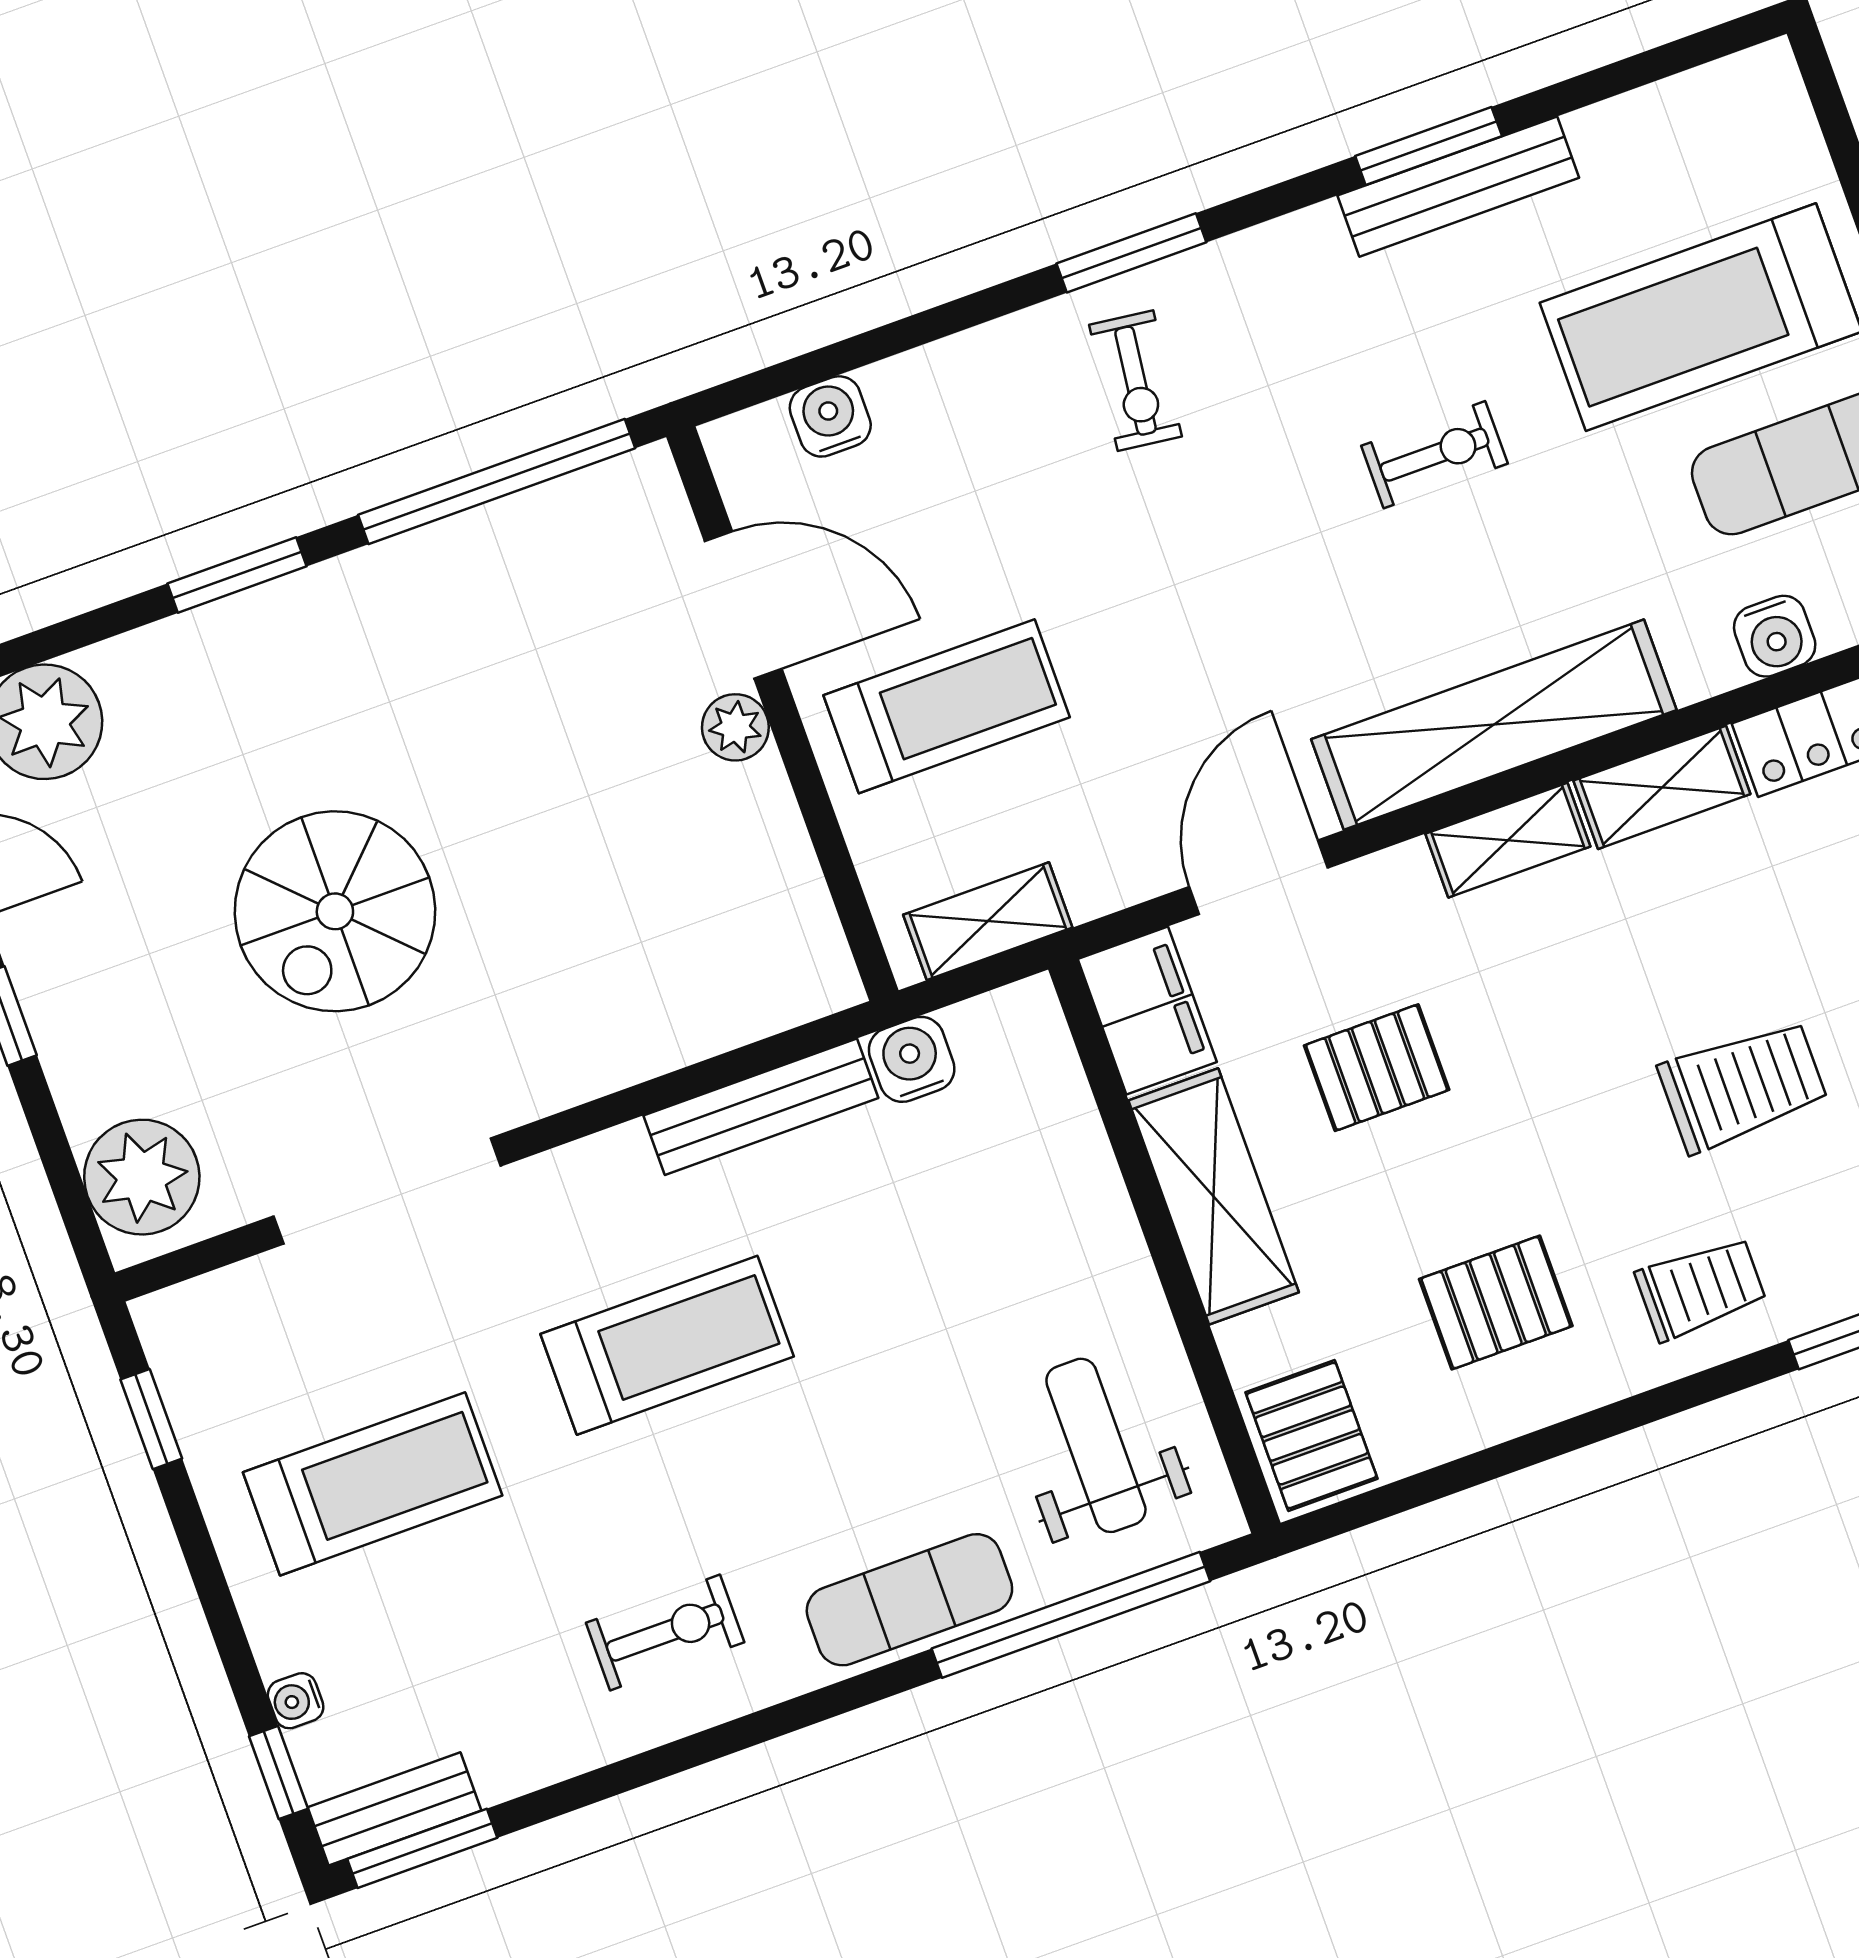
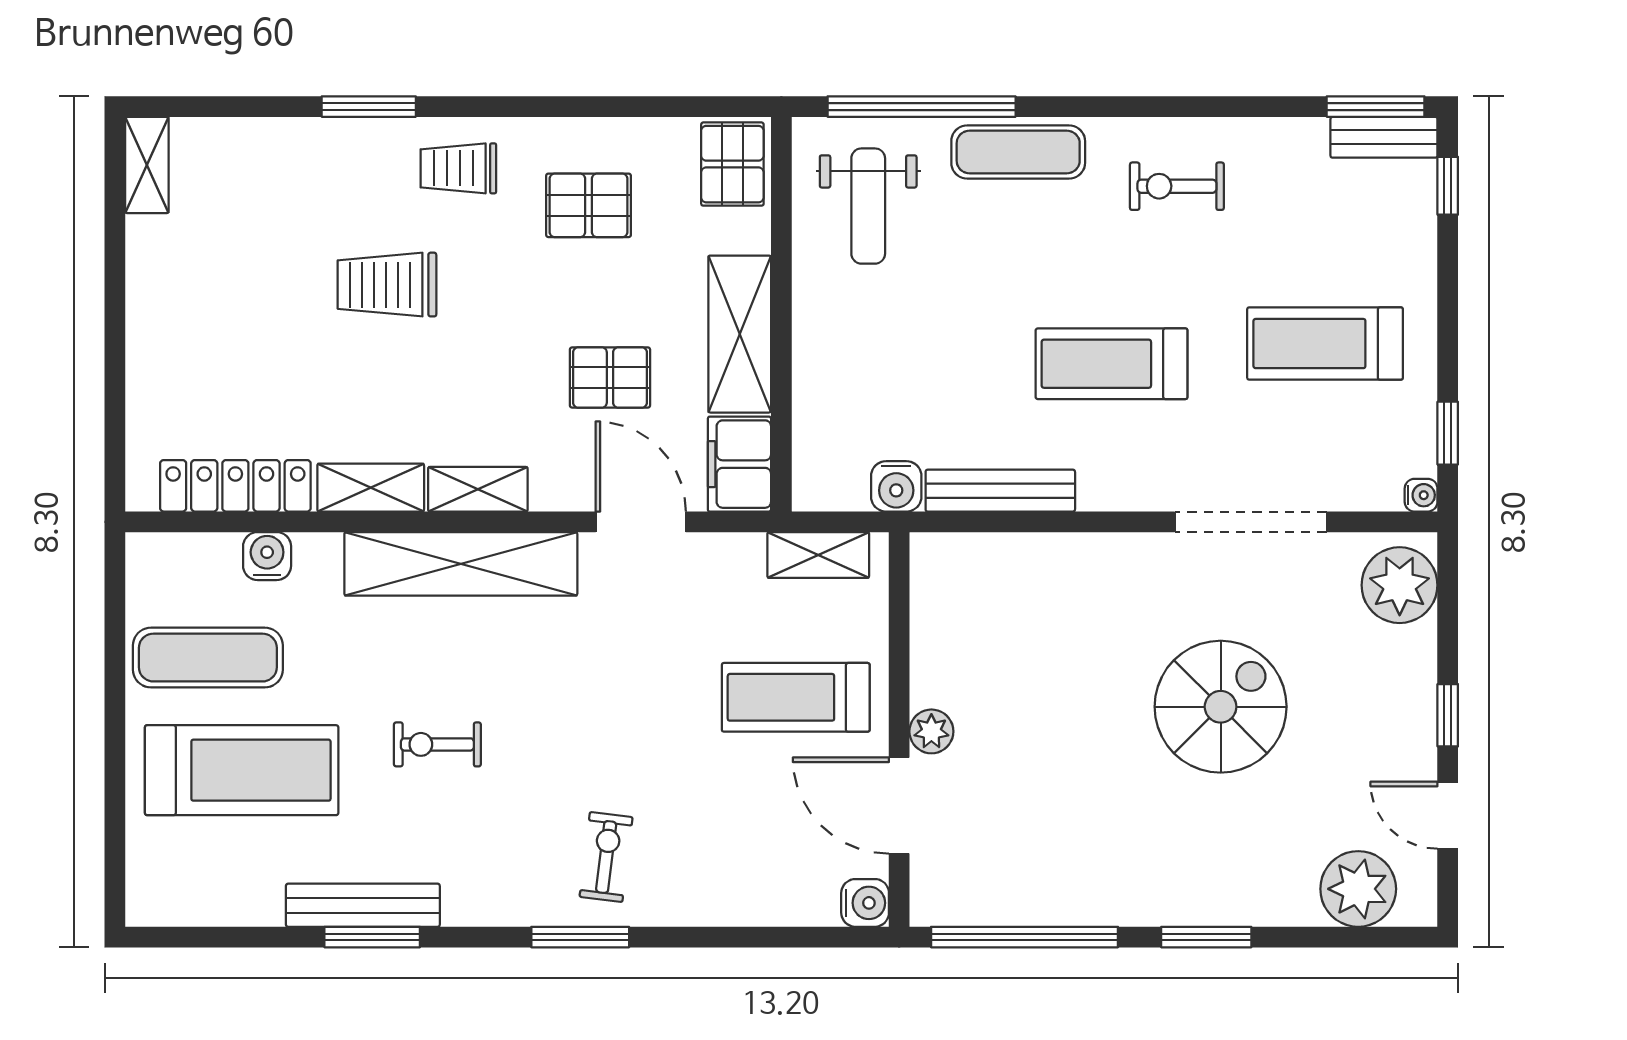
water cooler: (830, 416) -> (865, 903), moved, turned -90
door: (1259, 877) -> (641, 522), swing flipped
water cooler: (296, 1701) -> (1421, 495), moved

